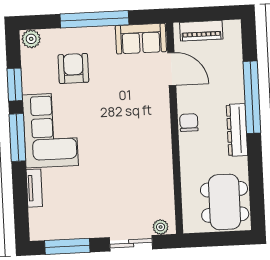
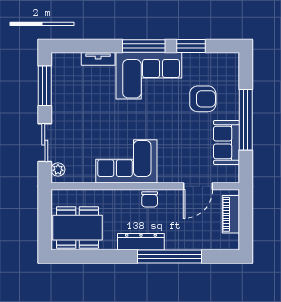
plant: (31, 39) -> (231, 63), removed
sofa: (141, 39) -> (226, 142), moved
chair: (189, 123) -> (150, 199), turned 90
corner sofa: (148, 151) -> (126, 161), added

